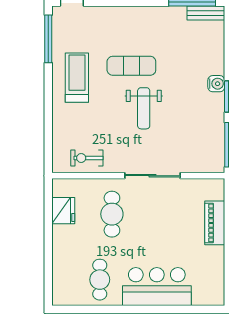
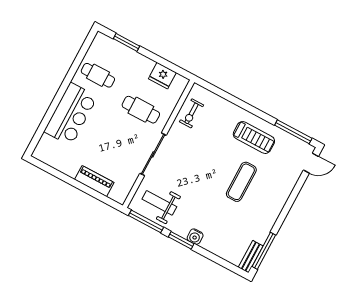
weight bench: (144, 108) -> (159, 203), moved
exercise bike: (87, 158) -> (191, 113), turned 180
window: (48, 268) -> (127, 42), added

